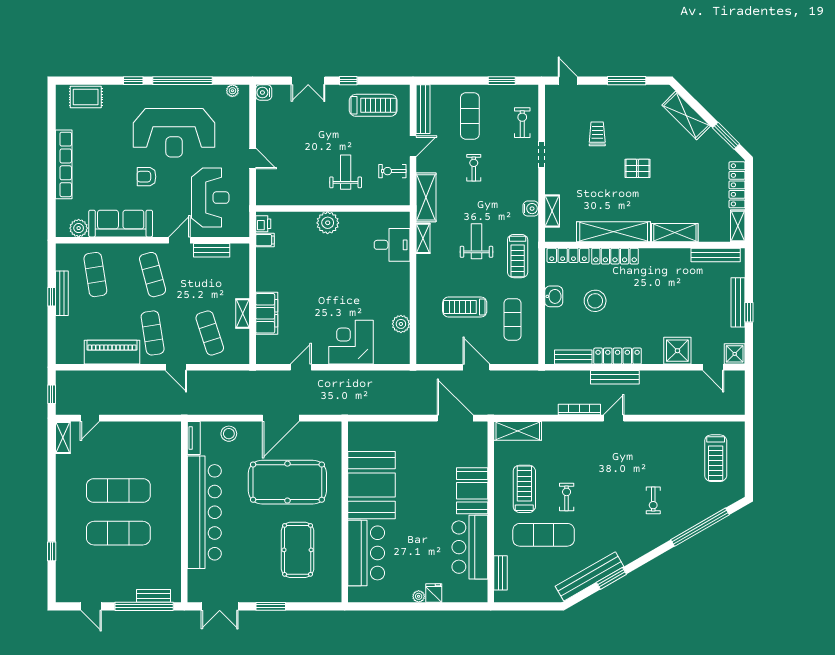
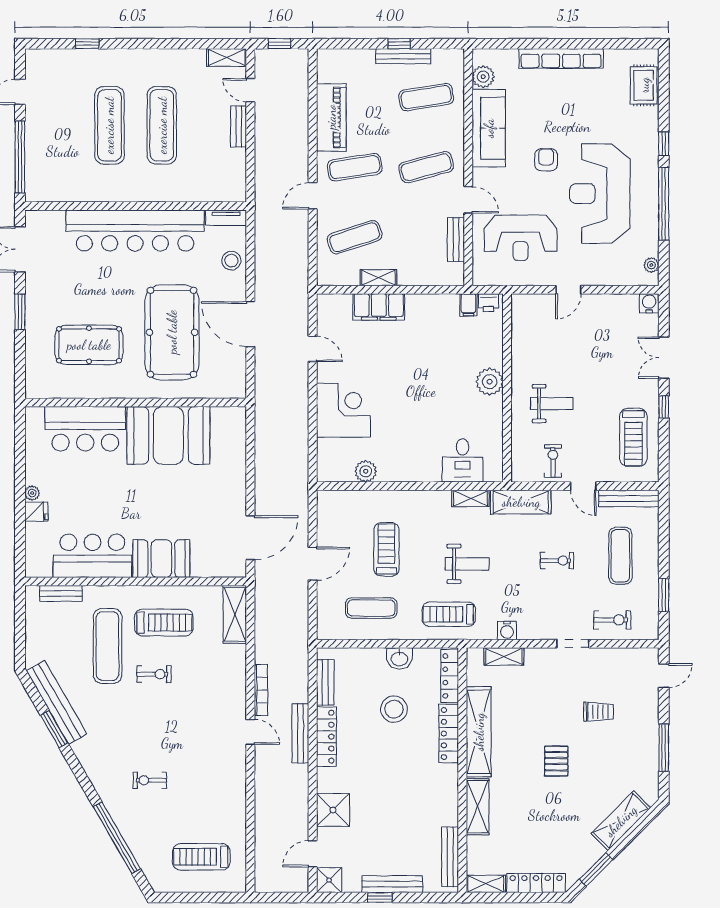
exercise mat: (470, 116) -> (620, 556), turned 90
bench: (153, 596) -> (239, 127), moved

